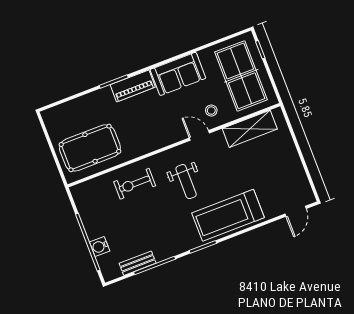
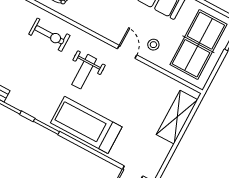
shelving: (250, 129) -> (177, 117), moved, turned 90
exercise bike: (135, 184) -> (49, 35), turned 180

